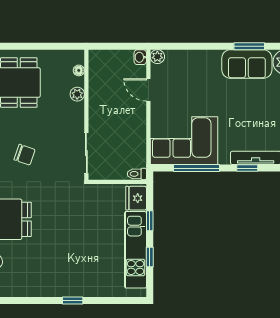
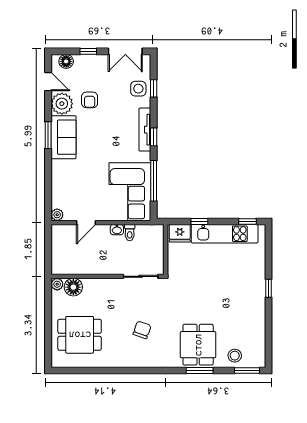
washbasin: (140, 57) -> (117, 230), moved
floor lamp: (79, 70) -> (73, 287), width x1.89, depth x1.89
plant: (77, 94) -> (57, 284), moved
toilet: (137, 174) -> (130, 233), moved
window: (150, 257) -> (248, 221), moved

